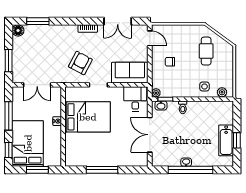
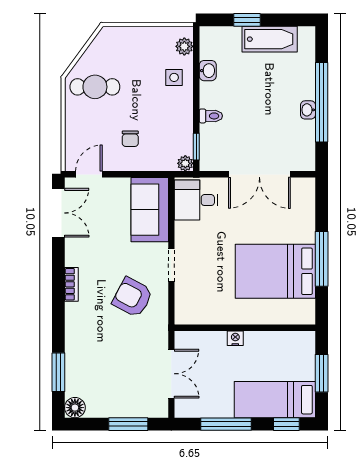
double door: (118, 21) -> (58, 213), moved
cafe table: (206, 51) -> (95, 87), moved
washbasin: (161, 105) -> (208, 71), moved
bed: (88, 117) -> (275, 271), moved, turned -90
window: (237, 140) -> (247, 20), moved
bed: (28, 143) -> (275, 400), width x0.67

